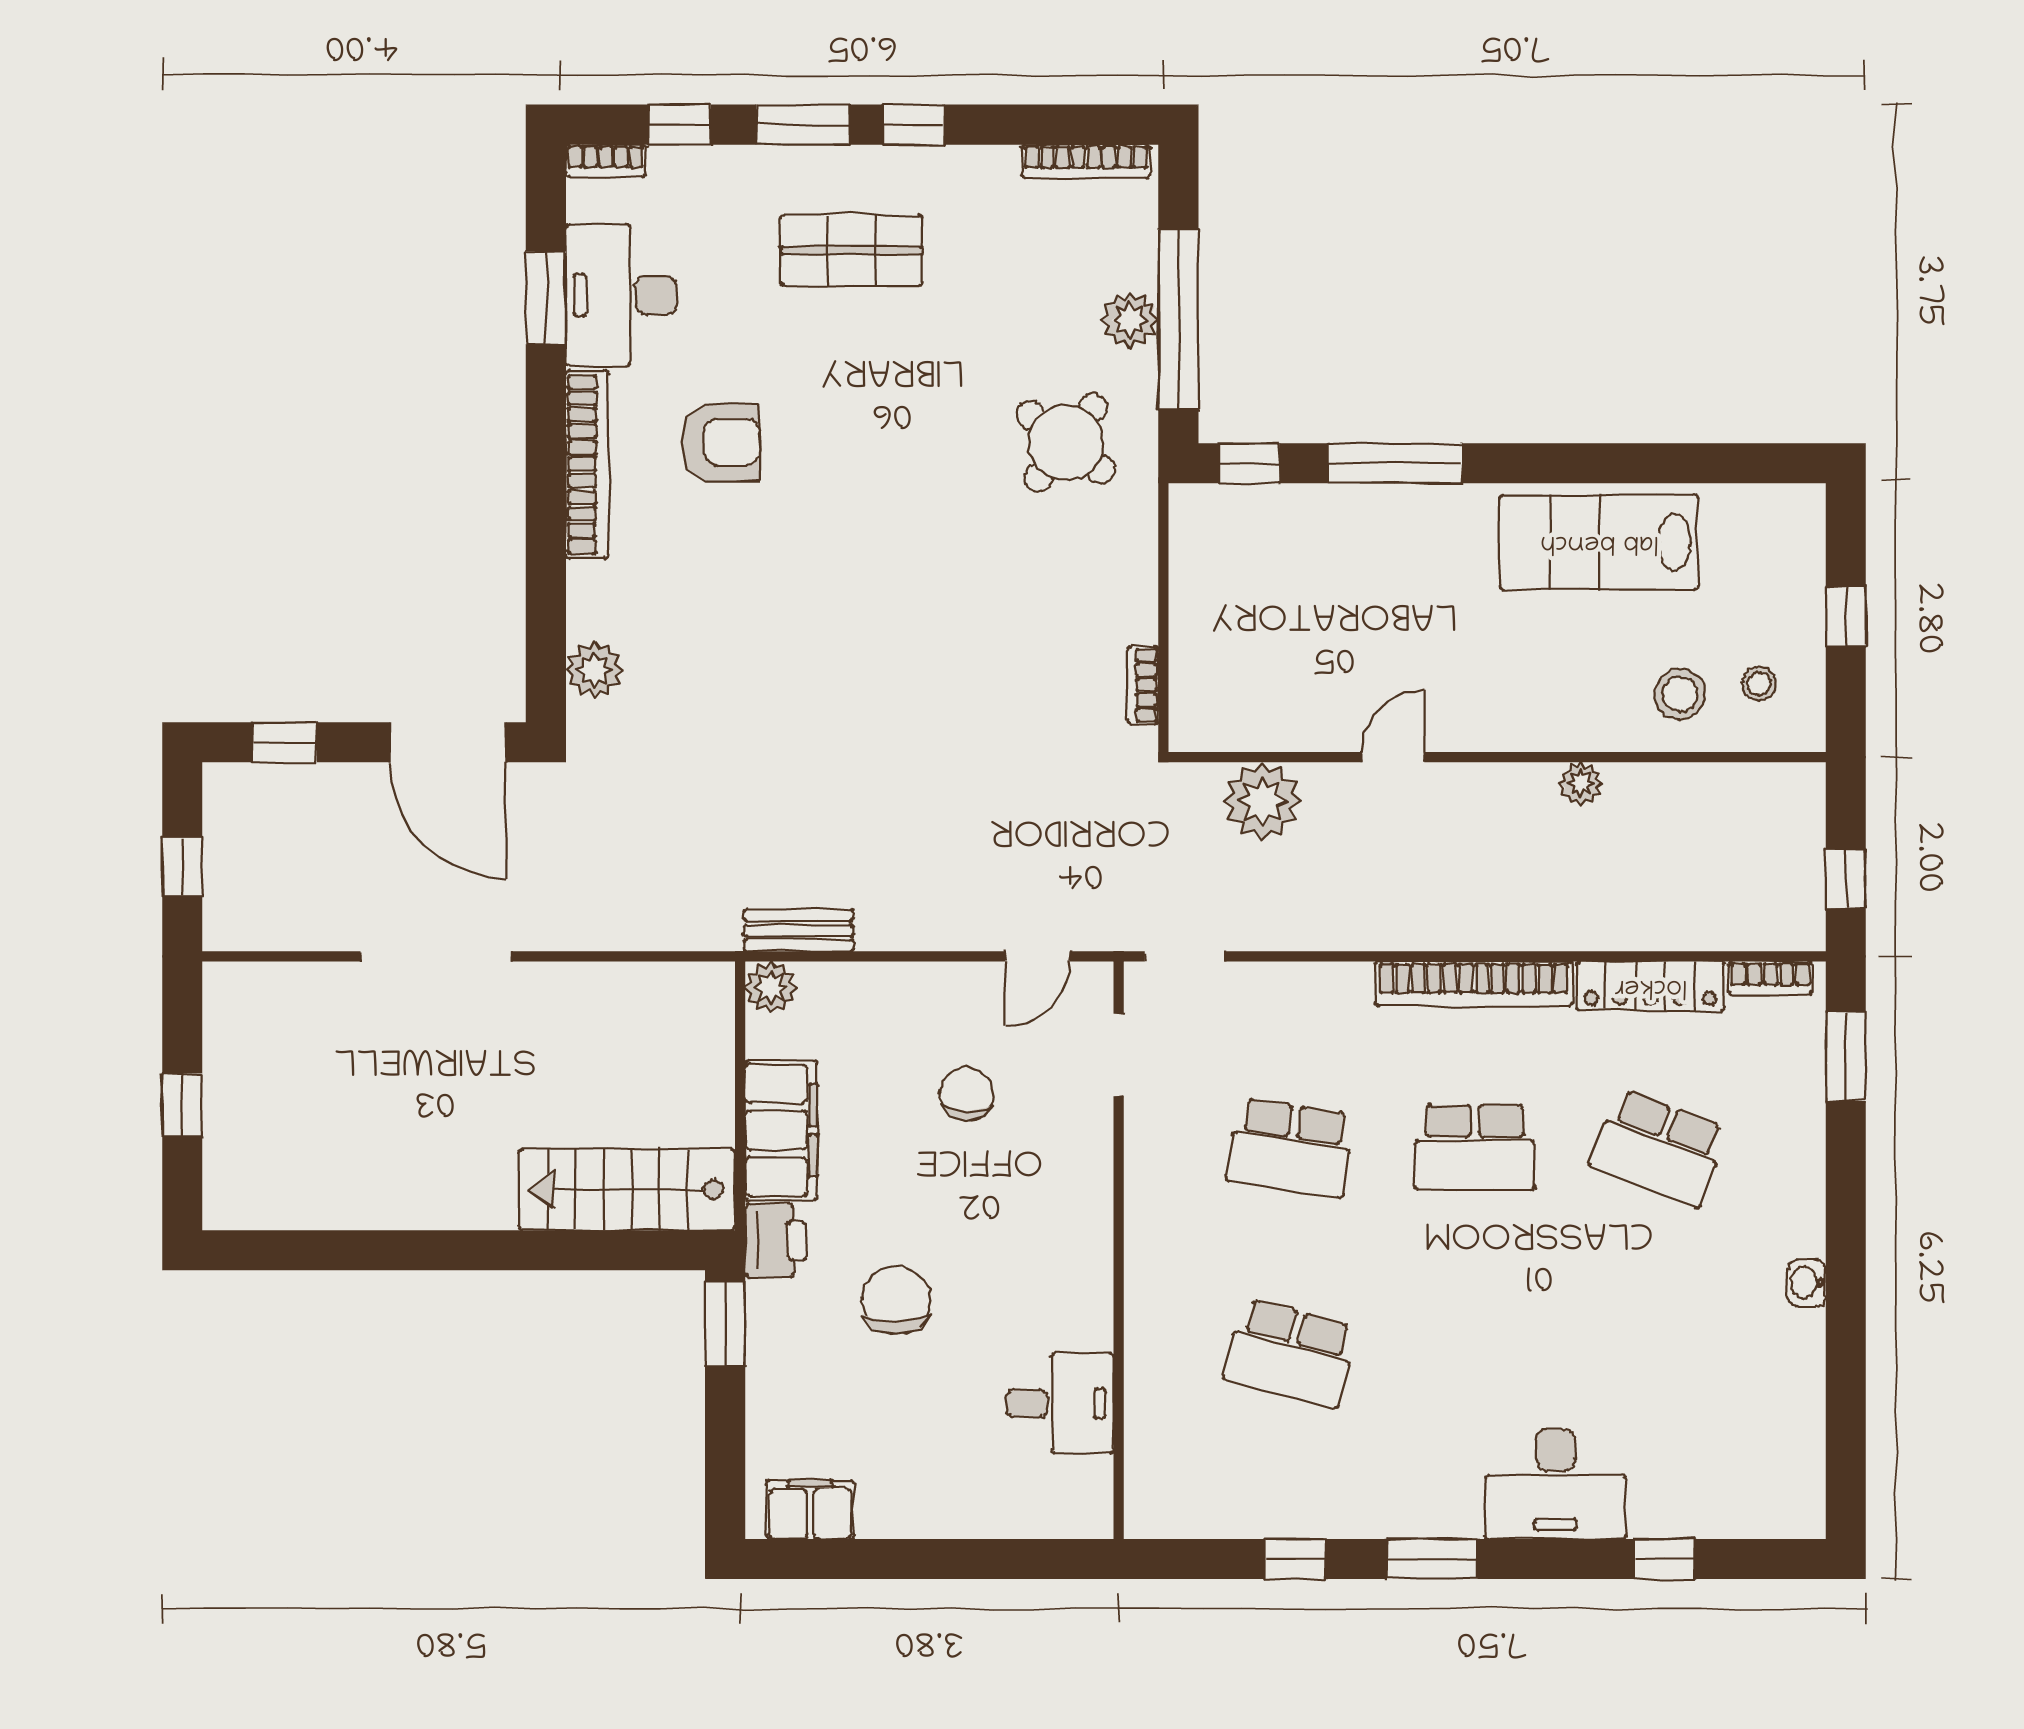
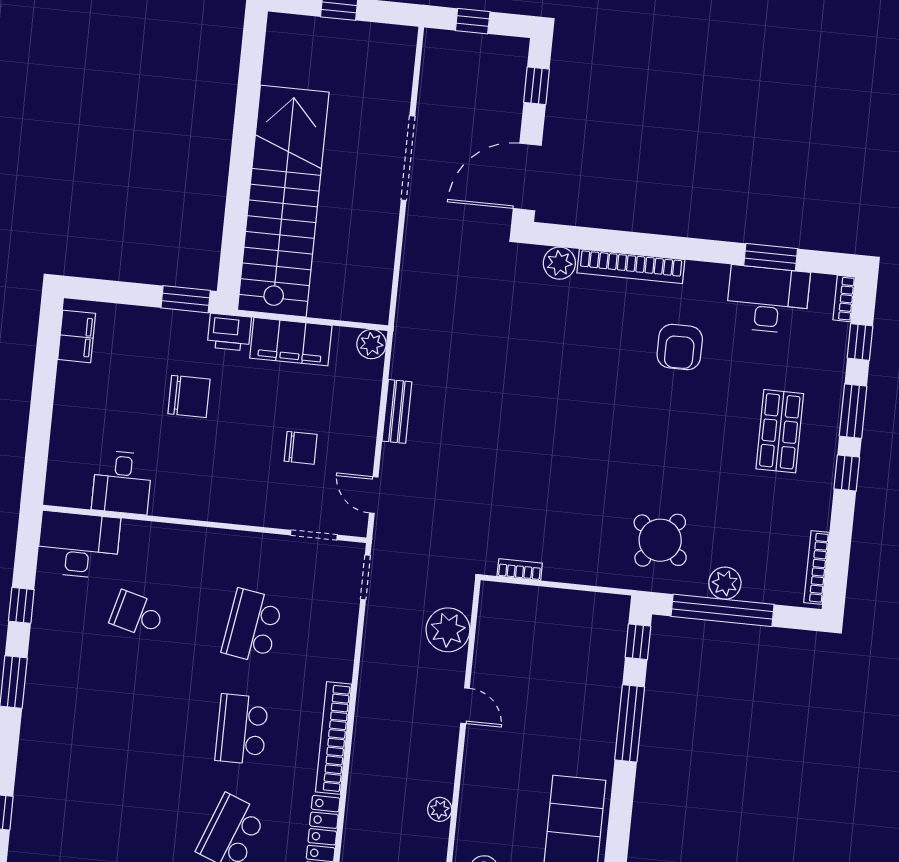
bookcase: (587, 464) -> (631, 266), moved
bench: (799, 930) -> (397, 411), moved
stairs: (627, 1190) -> (283, 201), width x1.86, depth x1.51
school desk: (1291, 1353) -> (137, 614), width x0.54
desk: (1555, 1484) -> (78, 545), moved, turned 90

